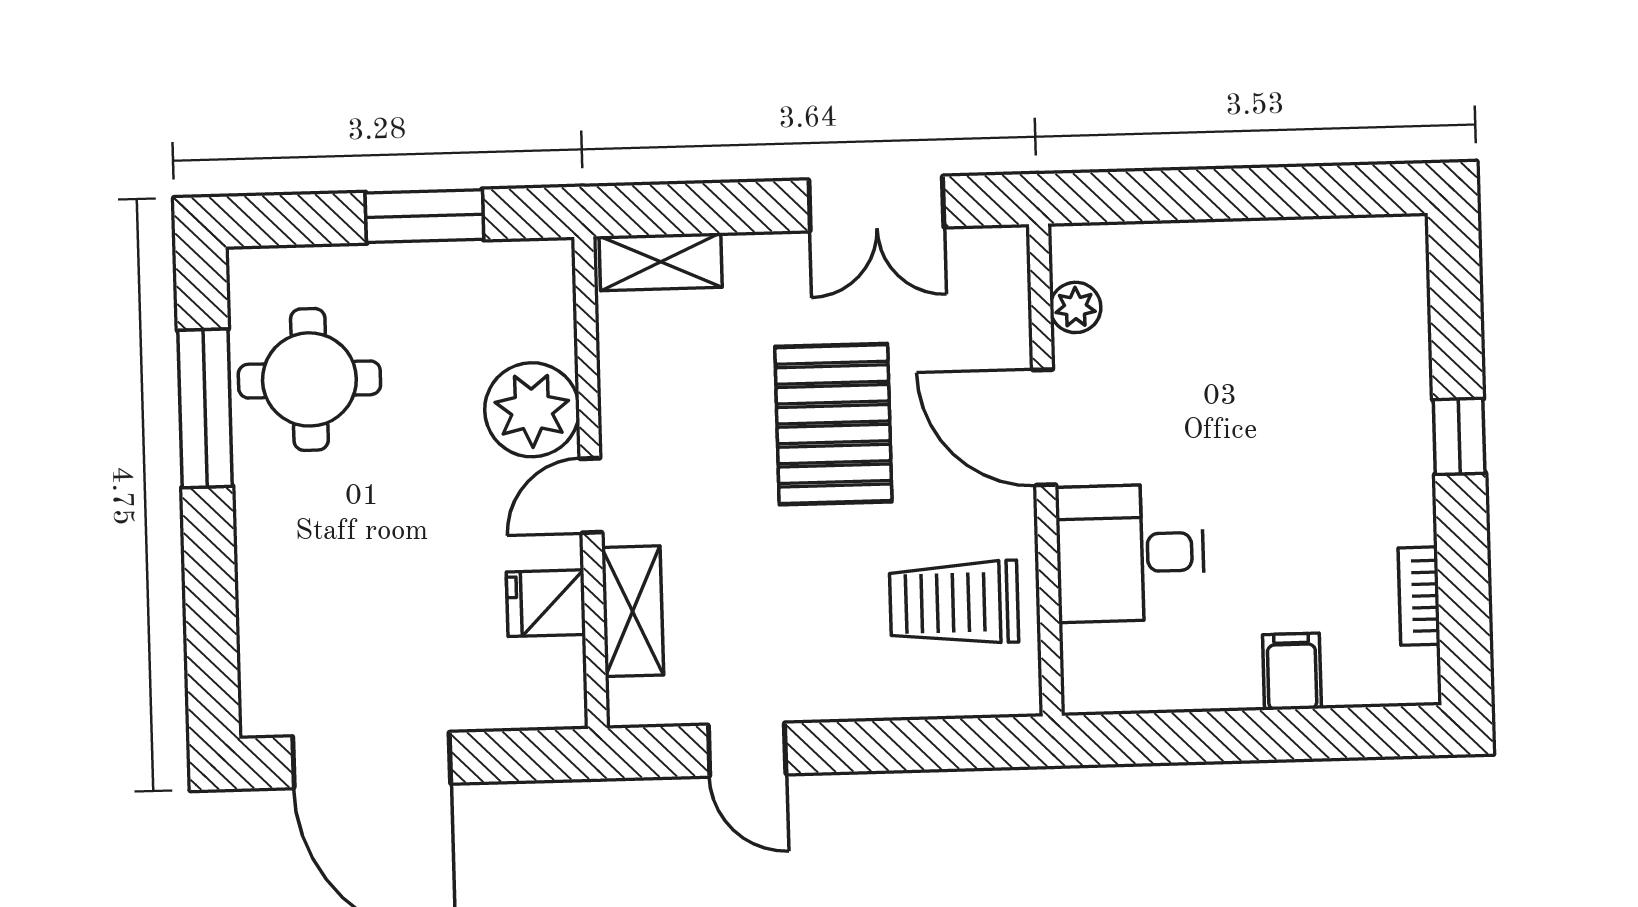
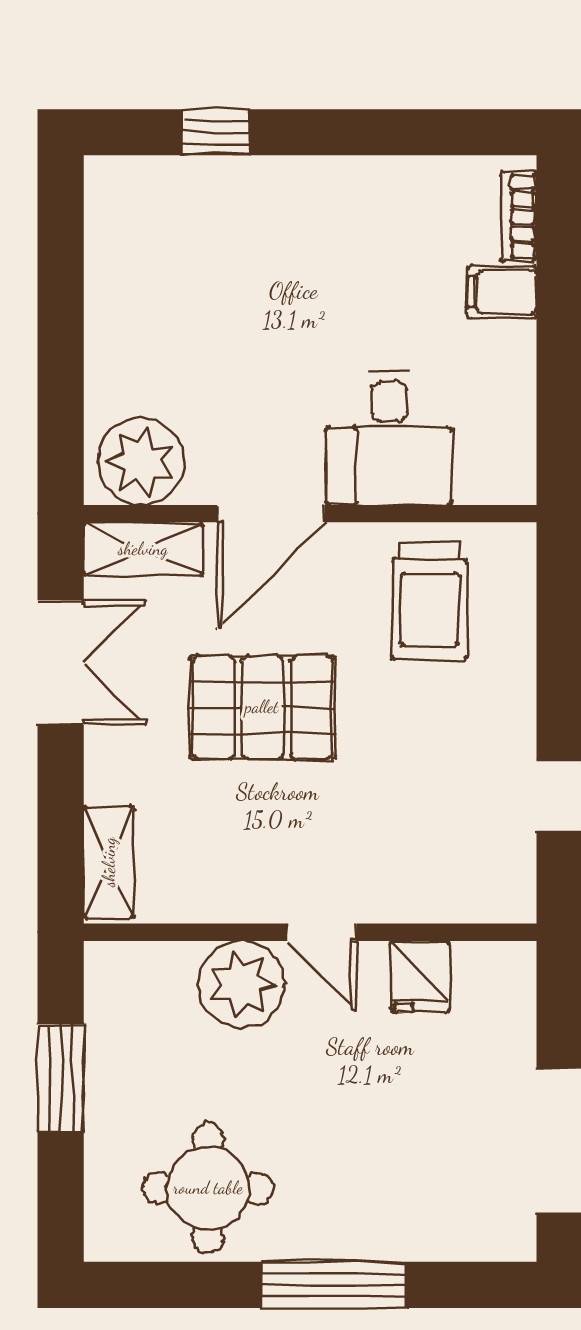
plant: (1075, 307) -> (141, 461), width x1.87, depth x1.87
window: (205, 408) -> (333, 1285), moved
window: (1459, 436) -> (216, 132), moved
bookcase: (1419, 596) -> (519, 216), moved, turned 90
shelving: (633, 611) -> (143, 549), moved

